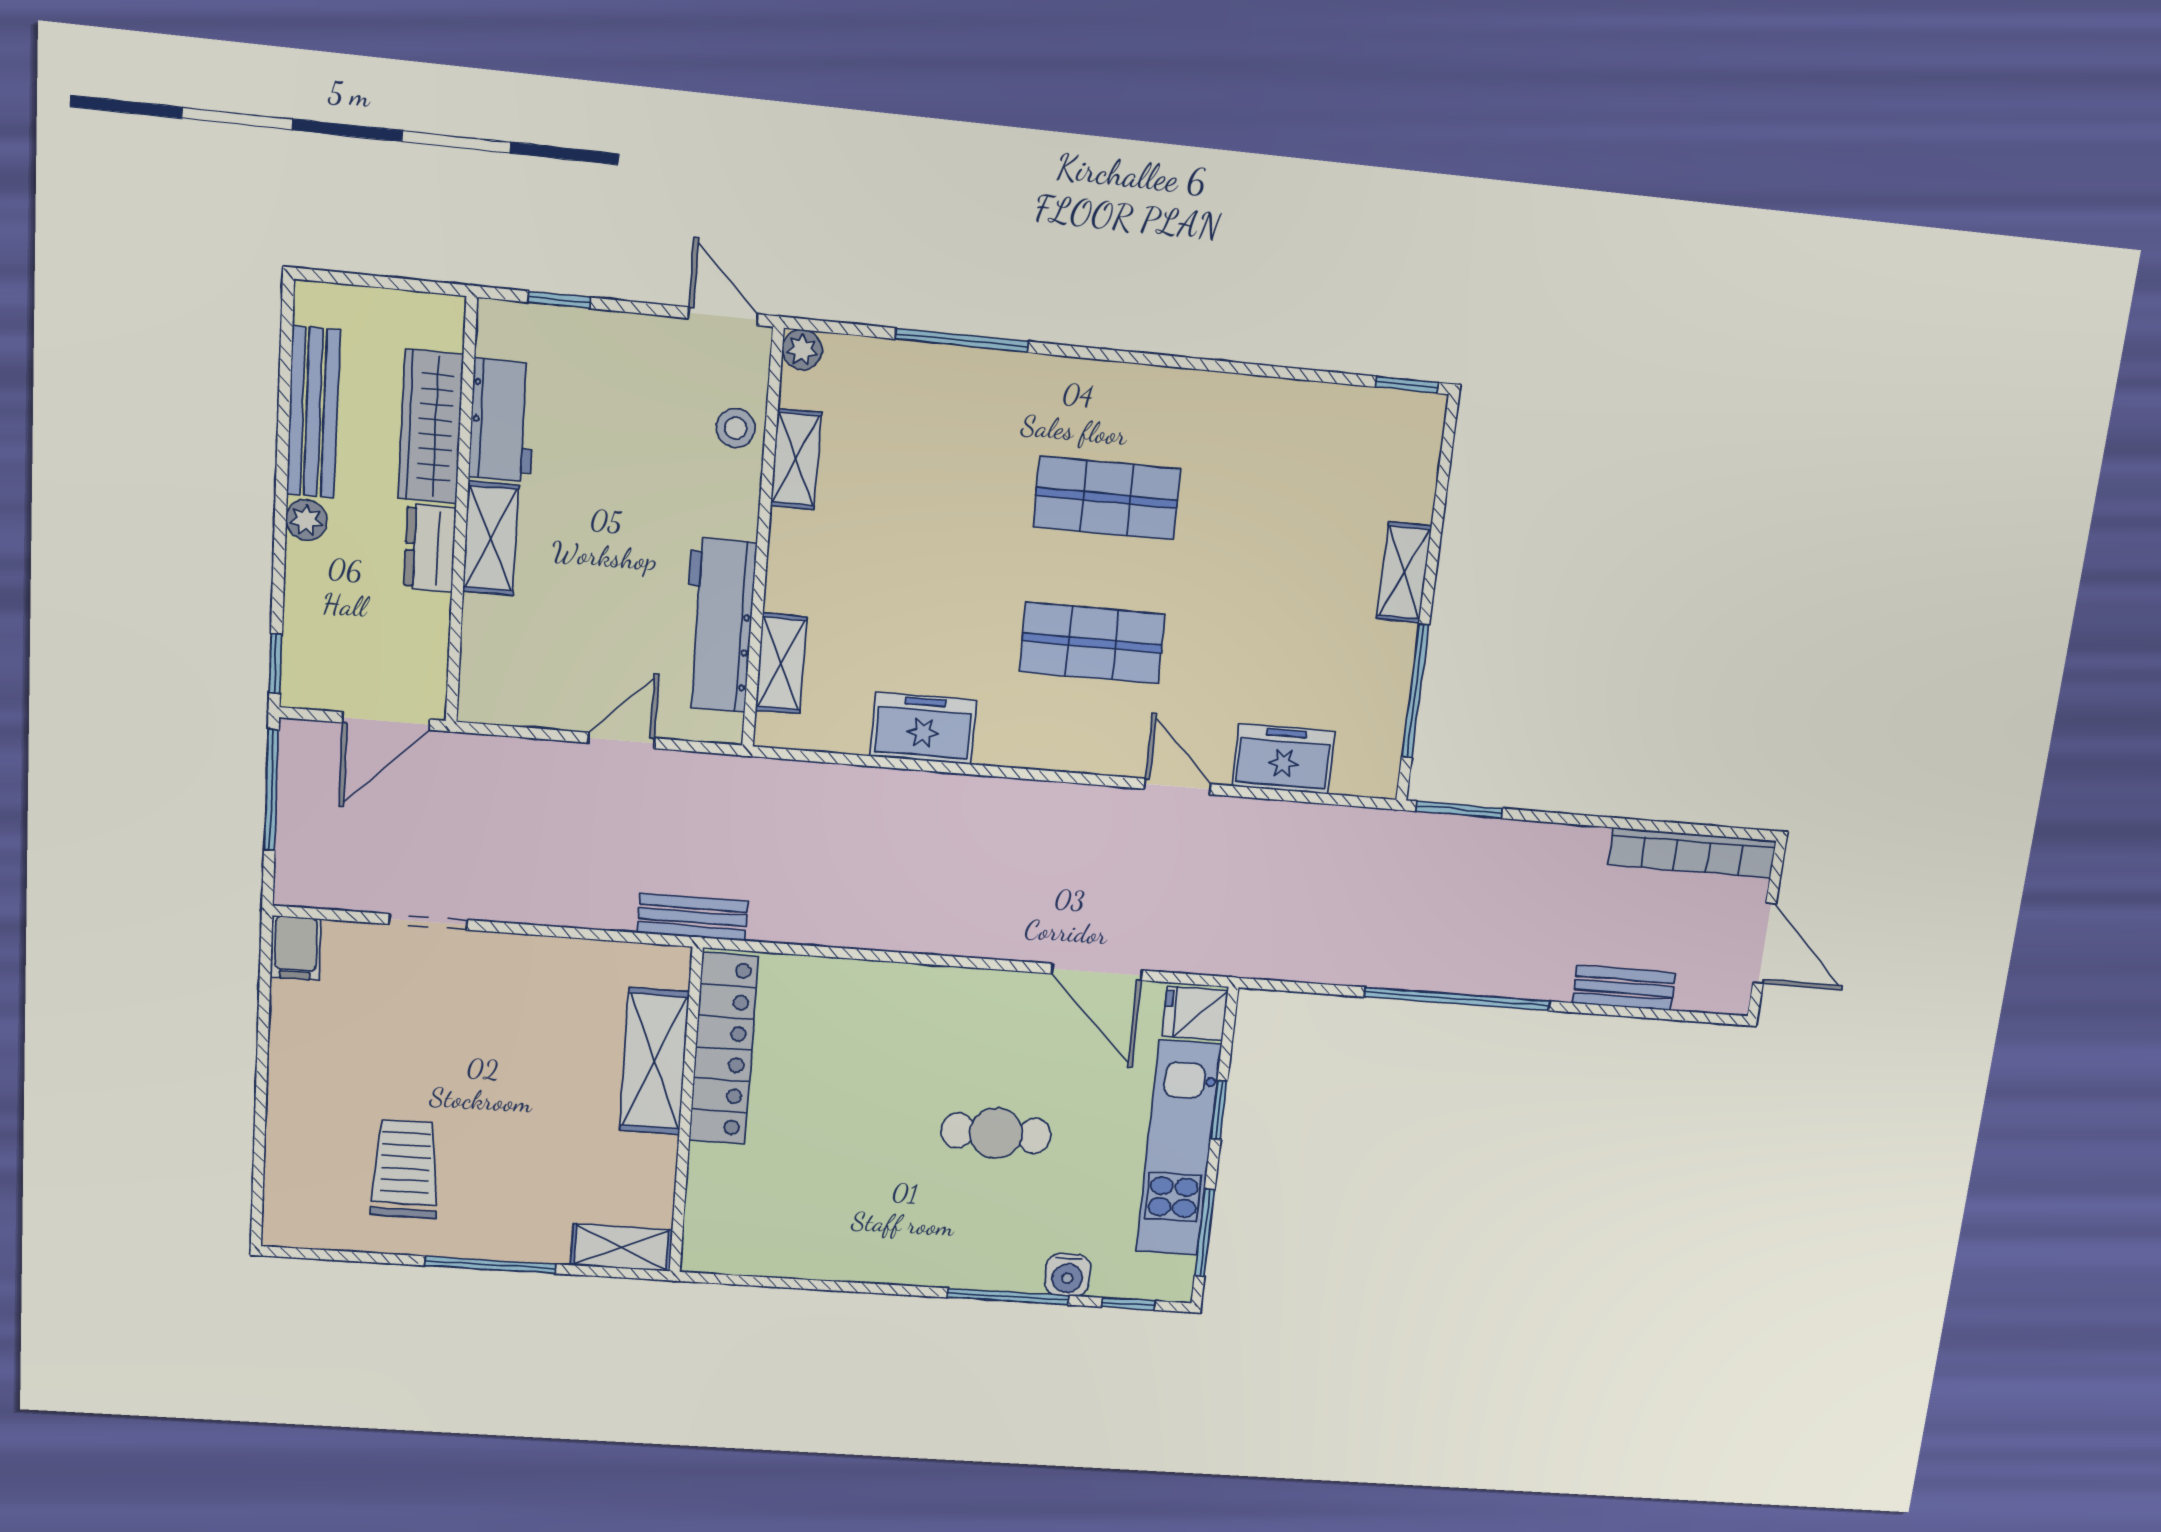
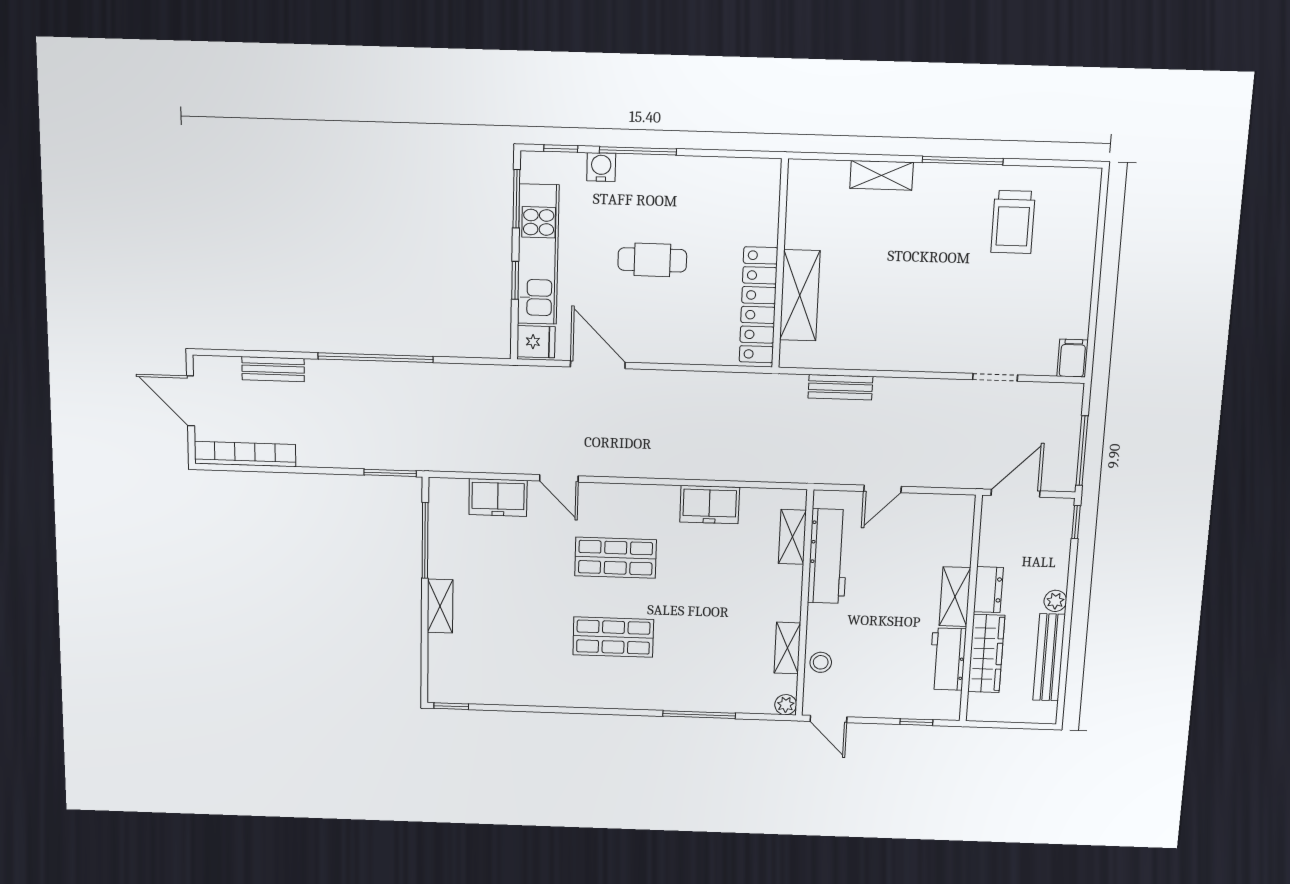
locker: (724, 1049) -> (758, 305), moved
shelving: (654, 1061) -> (800, 295), moved
wall: (686, 1112) -> (780, 264), moved

